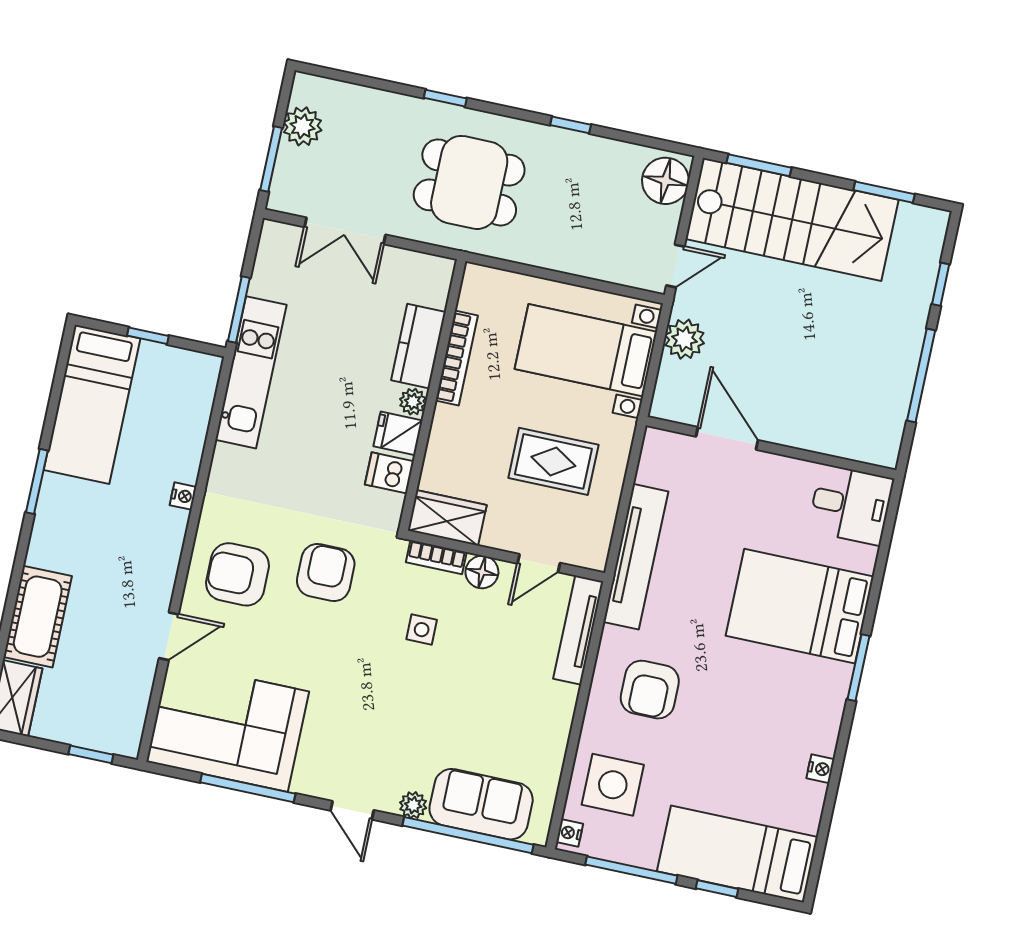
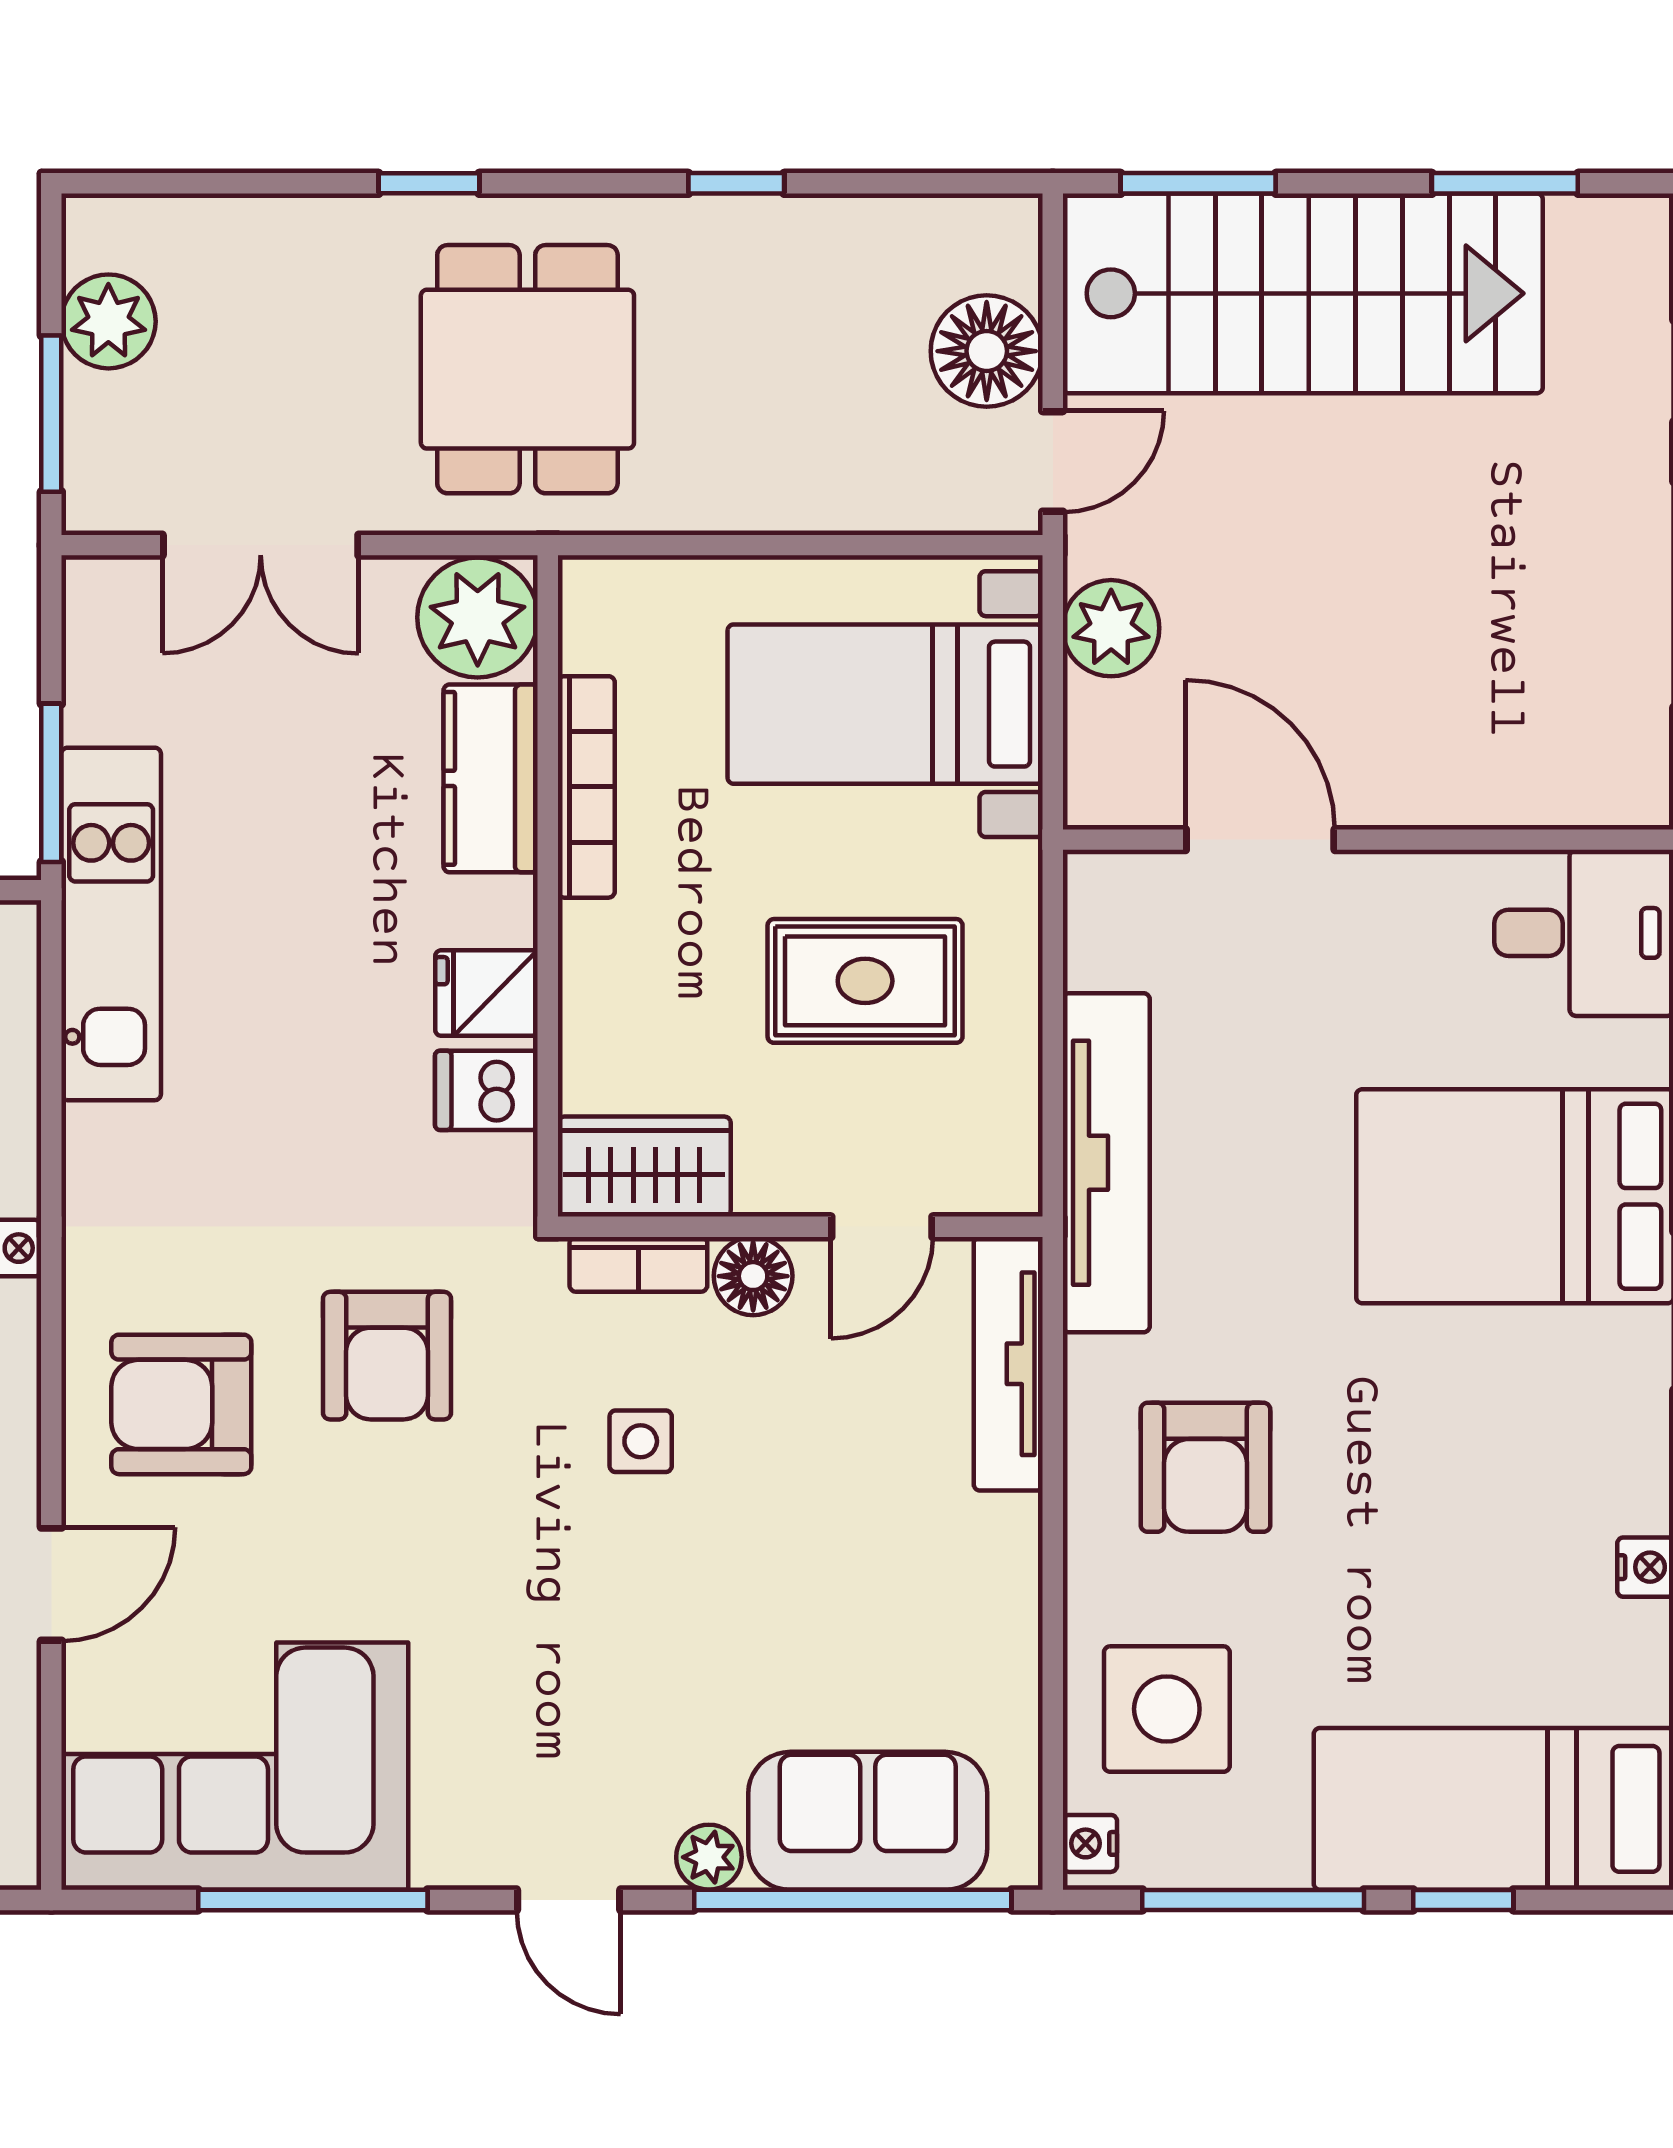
floor lamp: (665, 181) -> (987, 351), moved
dining table: (469, 182) -> (527, 369), turned 90
plant: (413, 402) -> (478, 617), moved, width x1.88, depth x1.88
armchair: (326, 572) -> (387, 1356), turned 180

